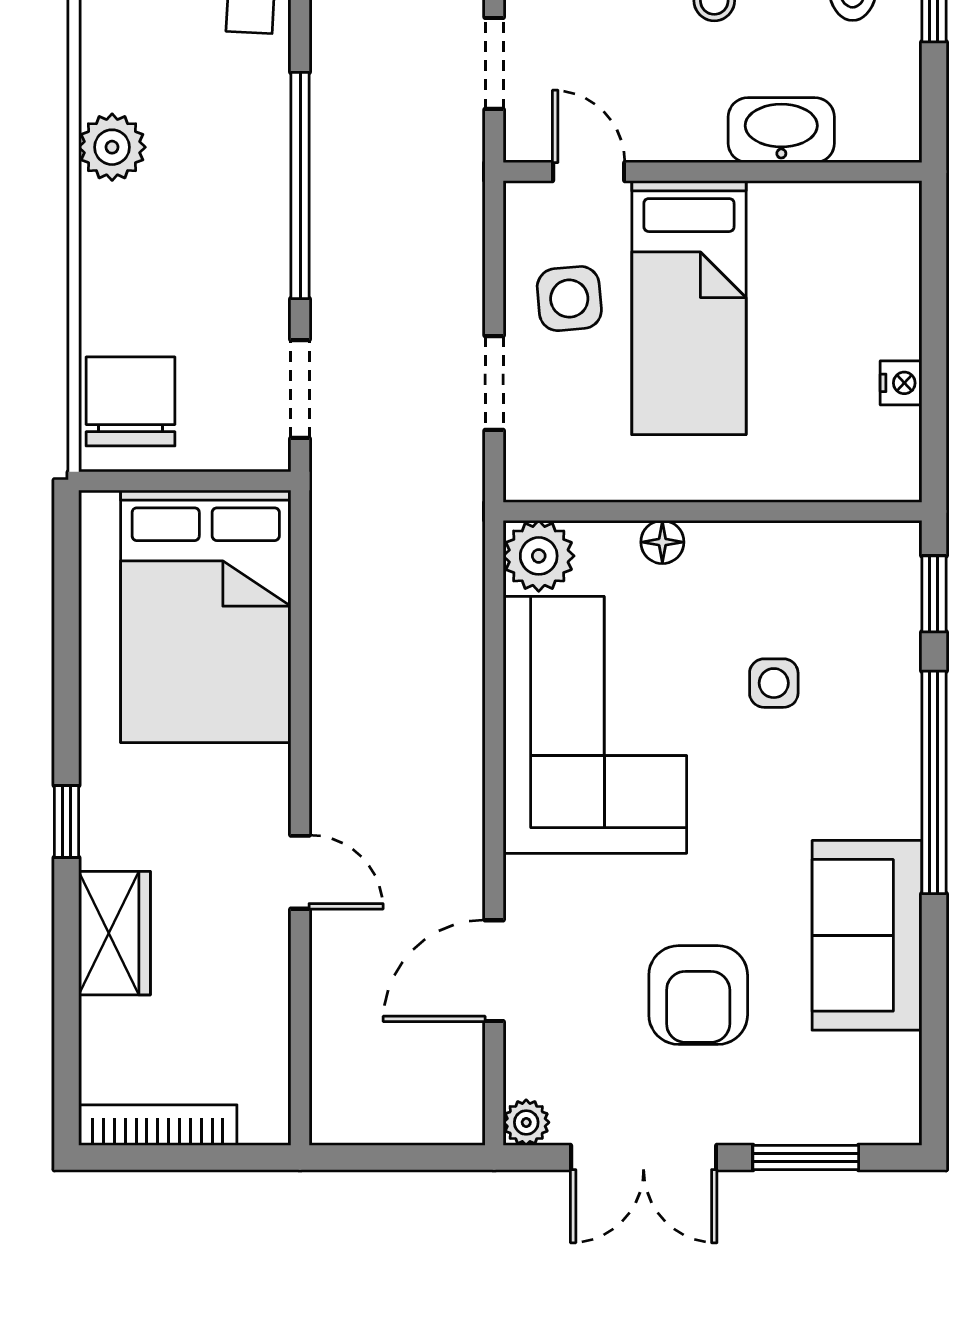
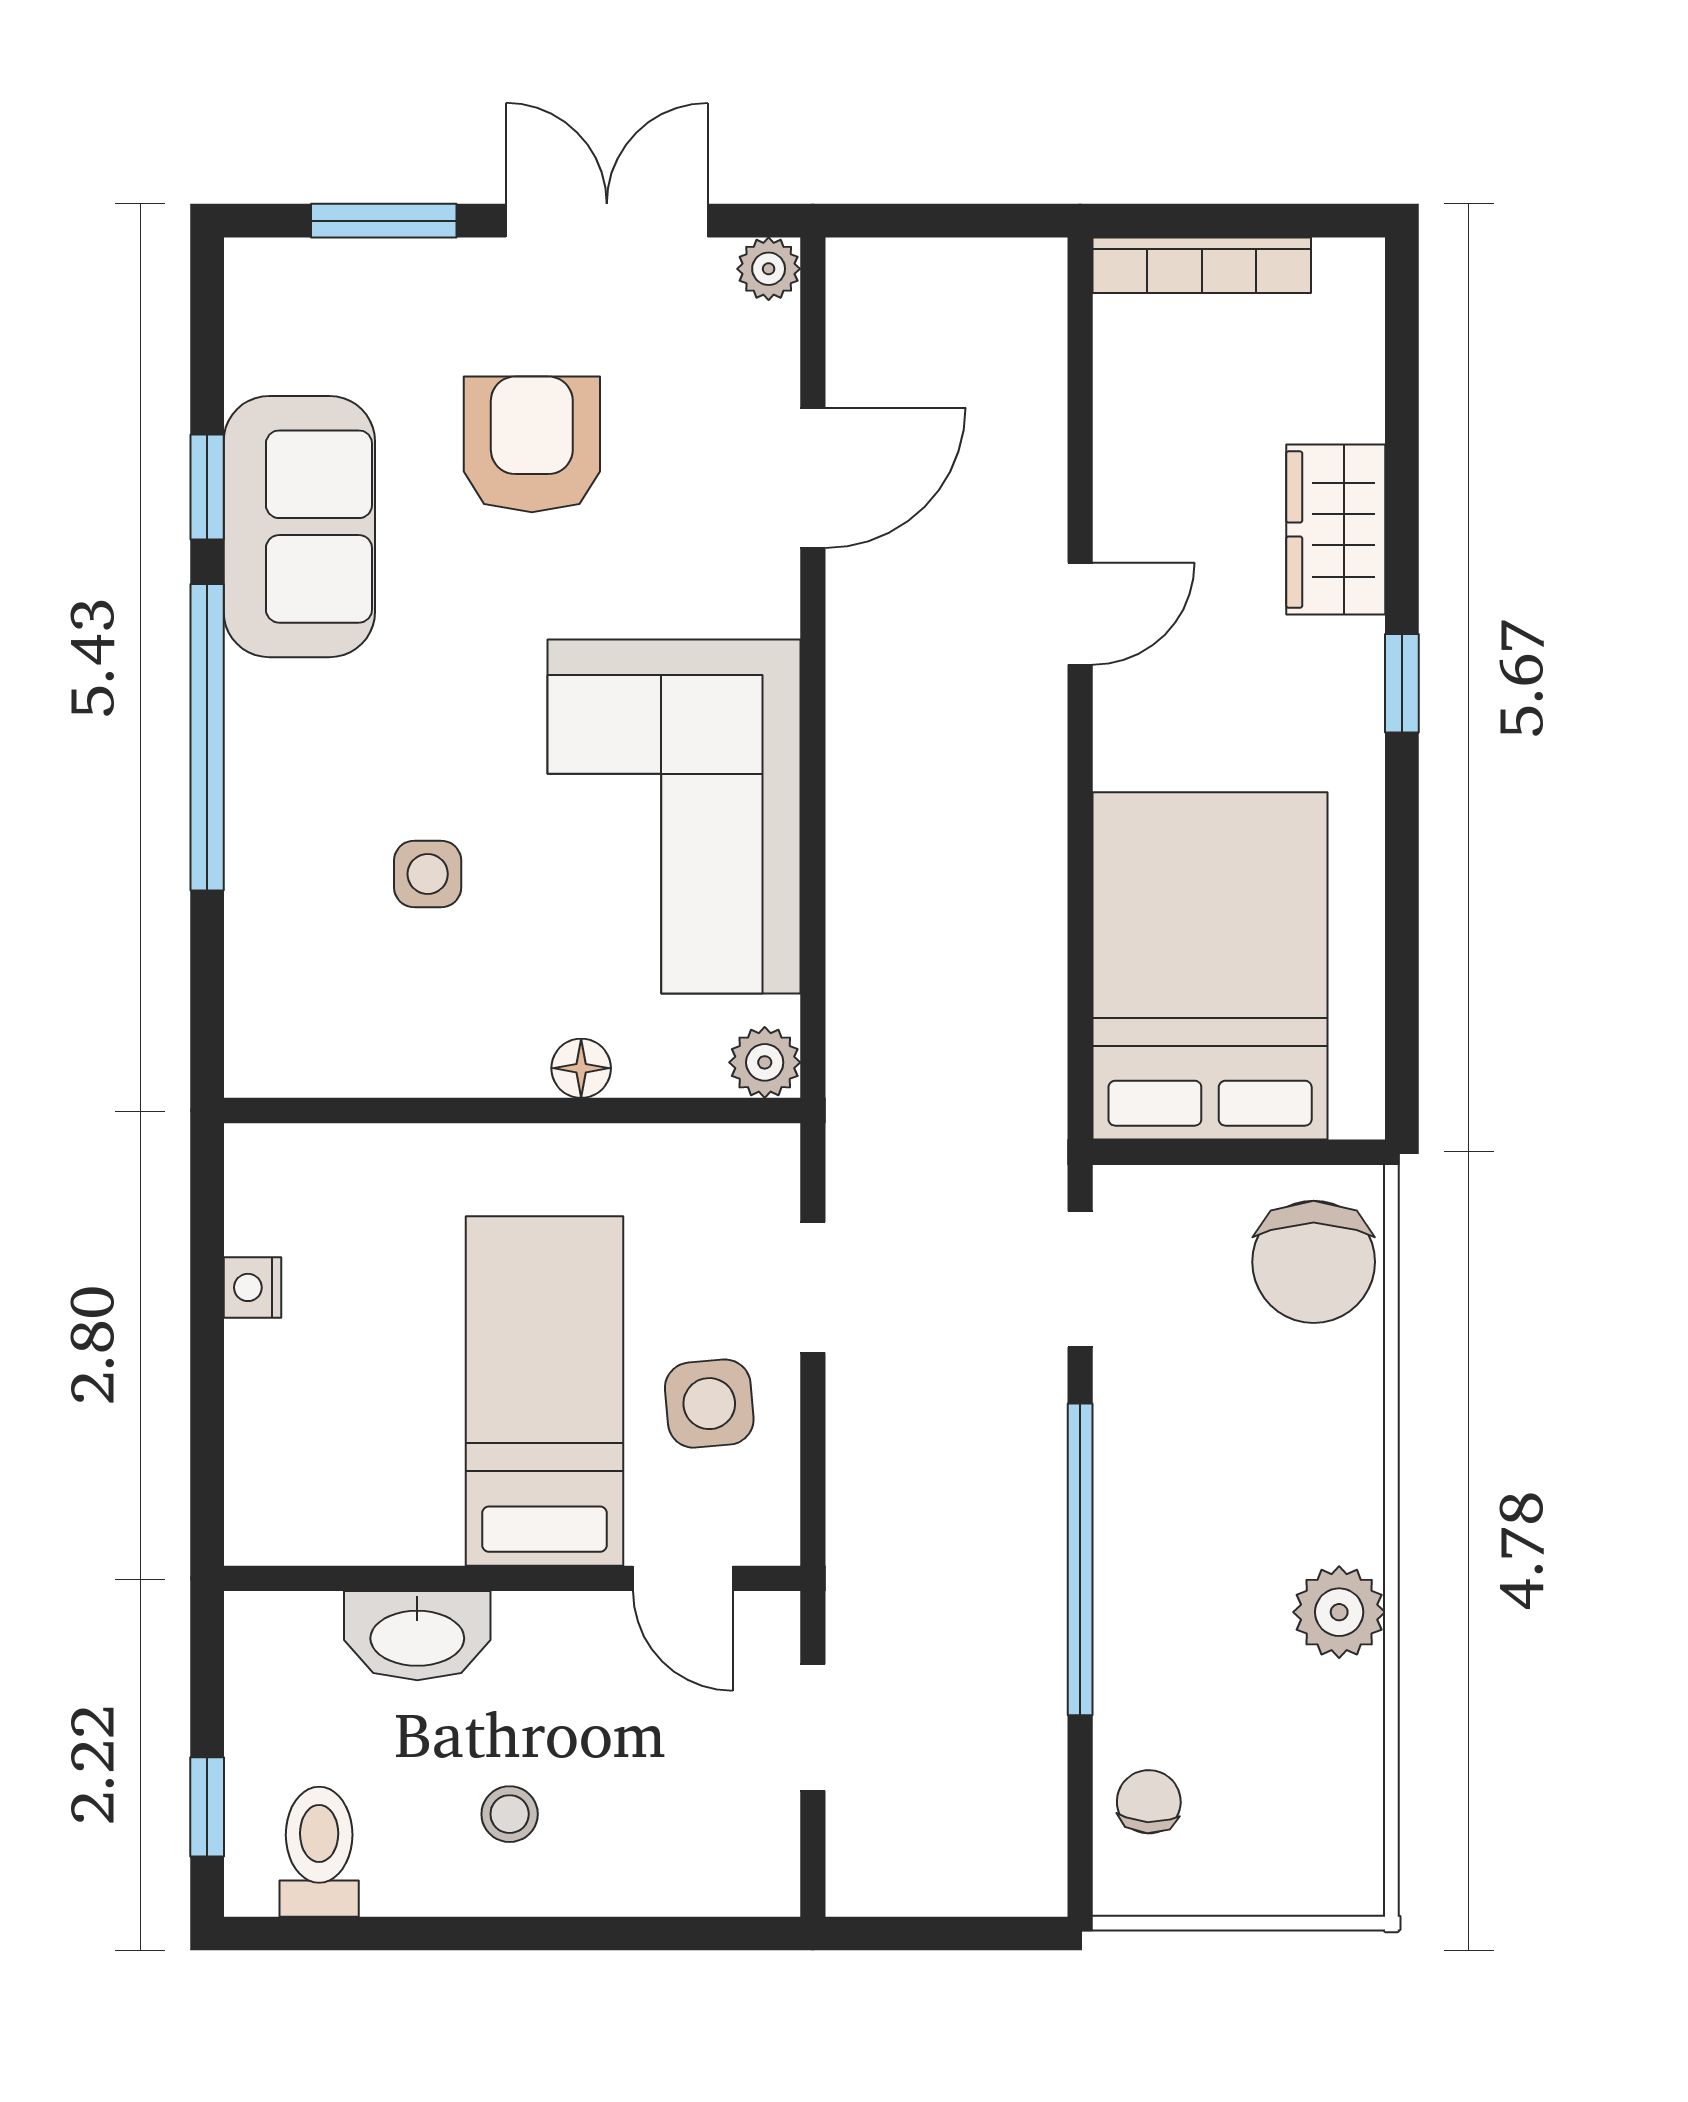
plant: (539, 556) -> (765, 1062), width x0.73, depth x0.73
window: (934, 594) -> (207, 487), moved
door: (300, 872) -> (1080, 614), swing flipped
bookcase: (158, 1125) -> (1202, 265), moved

